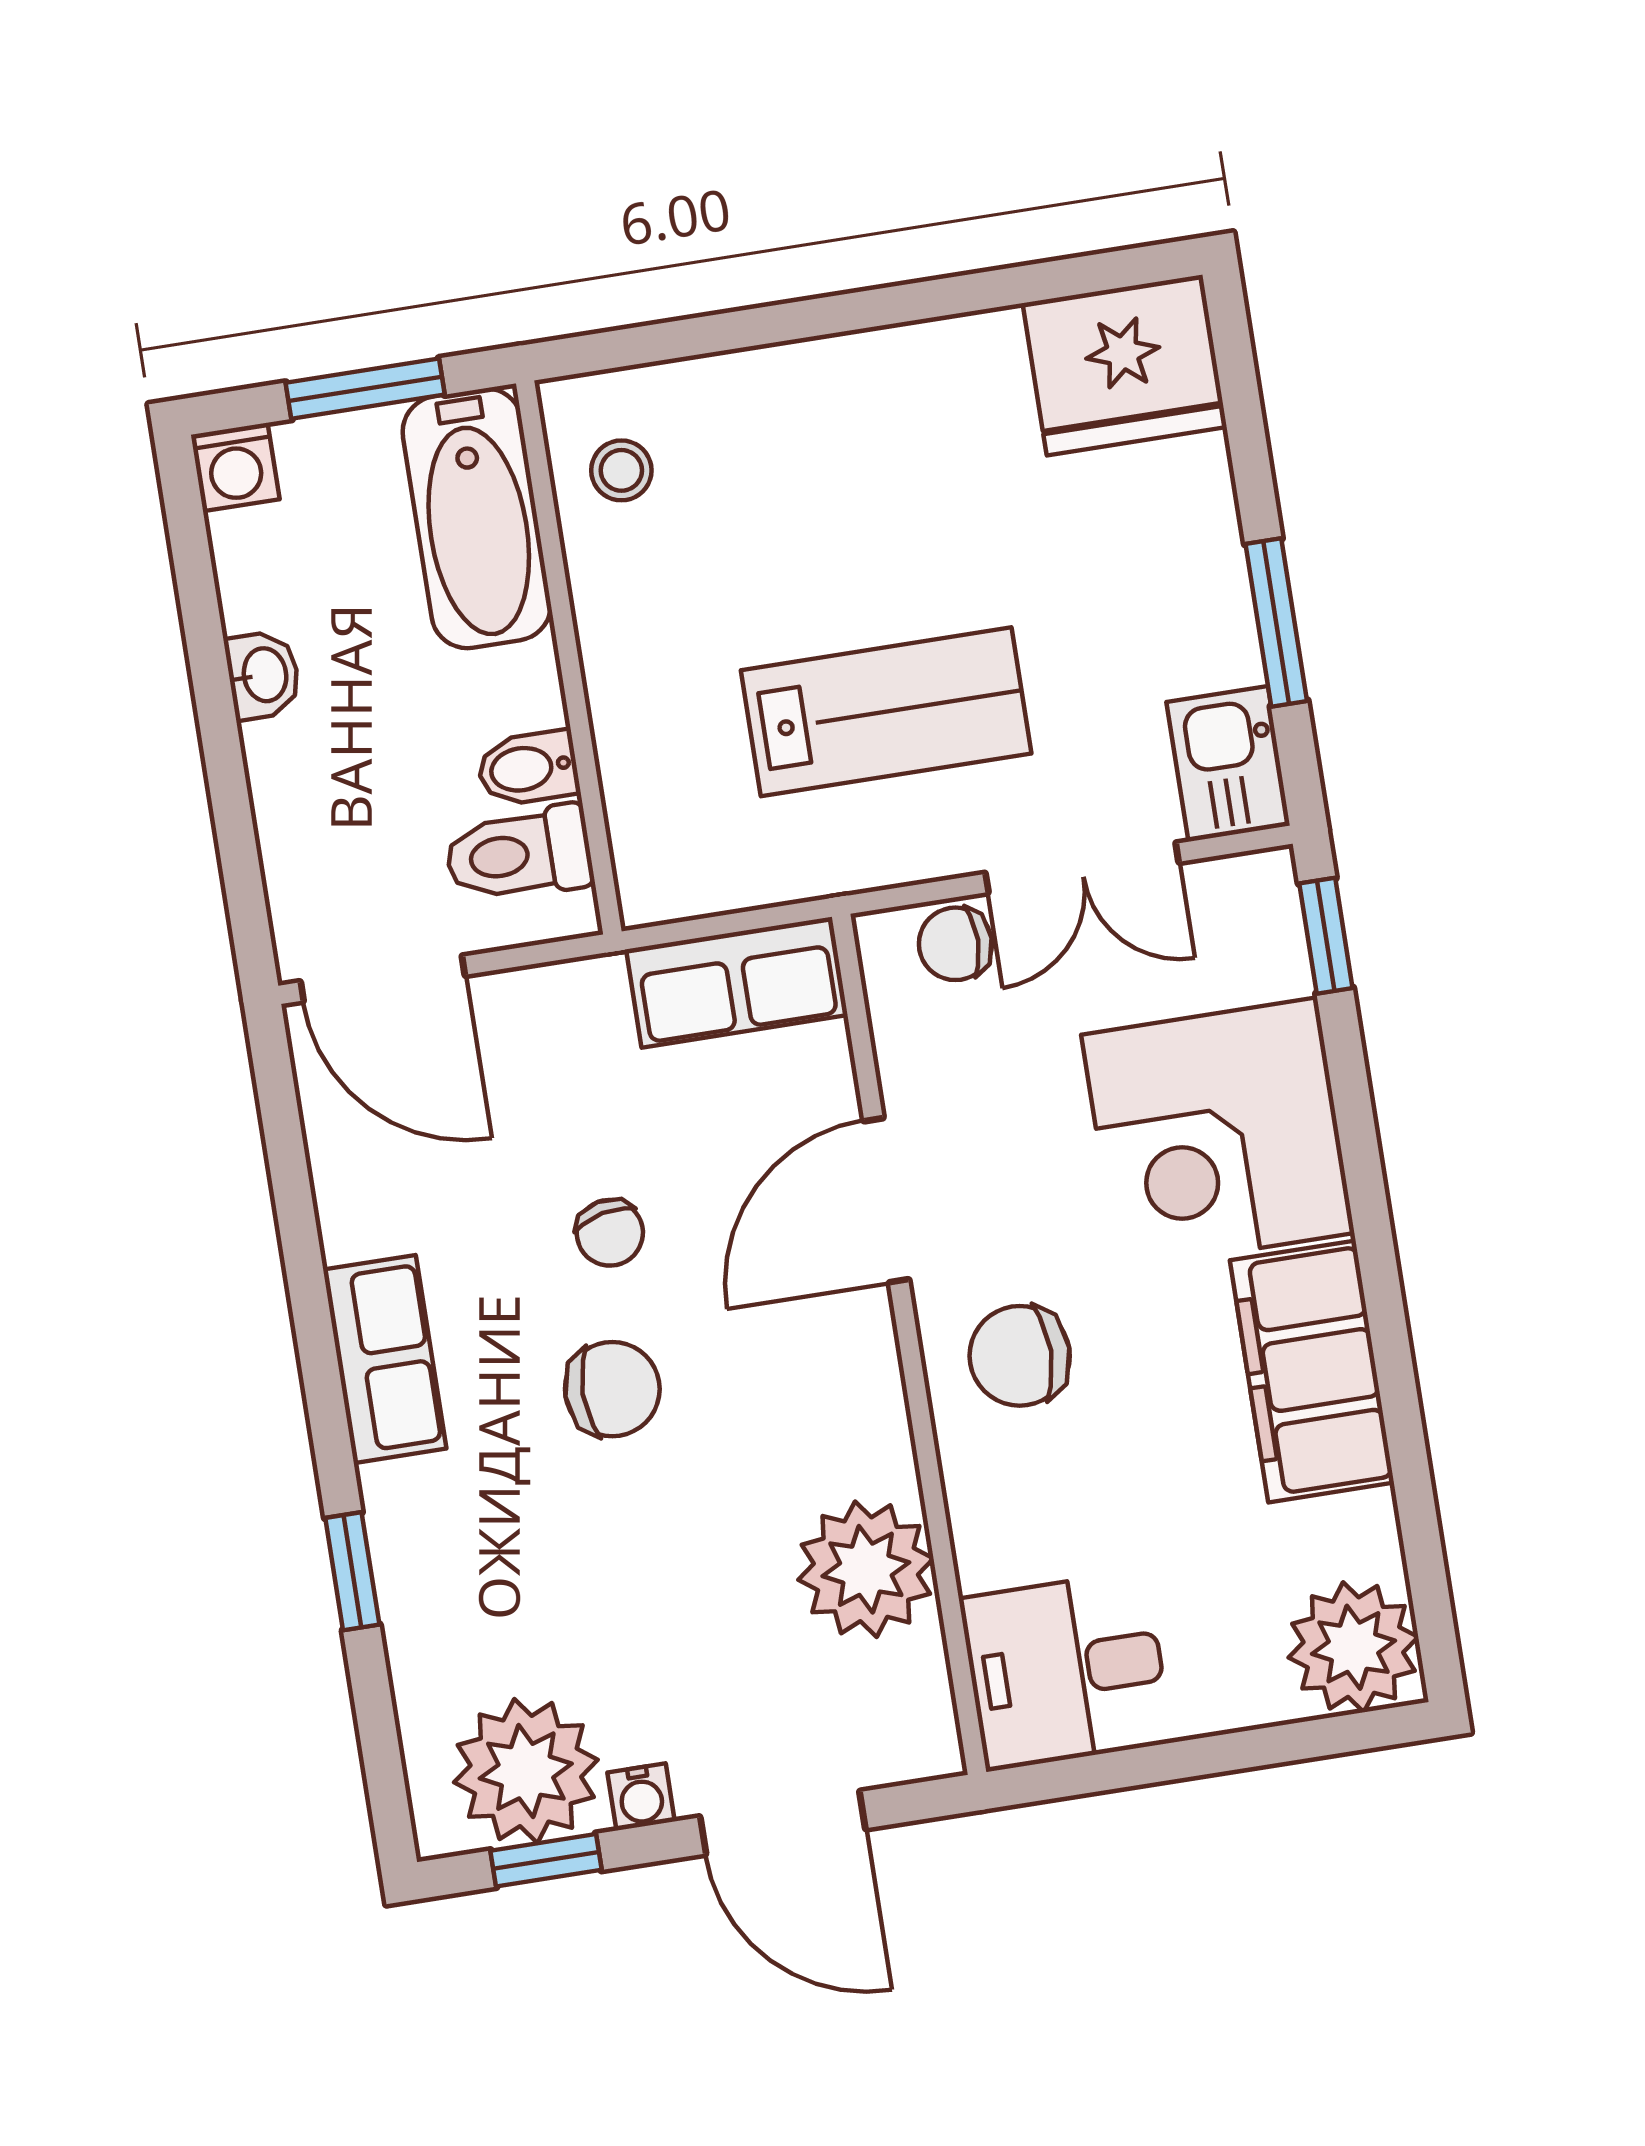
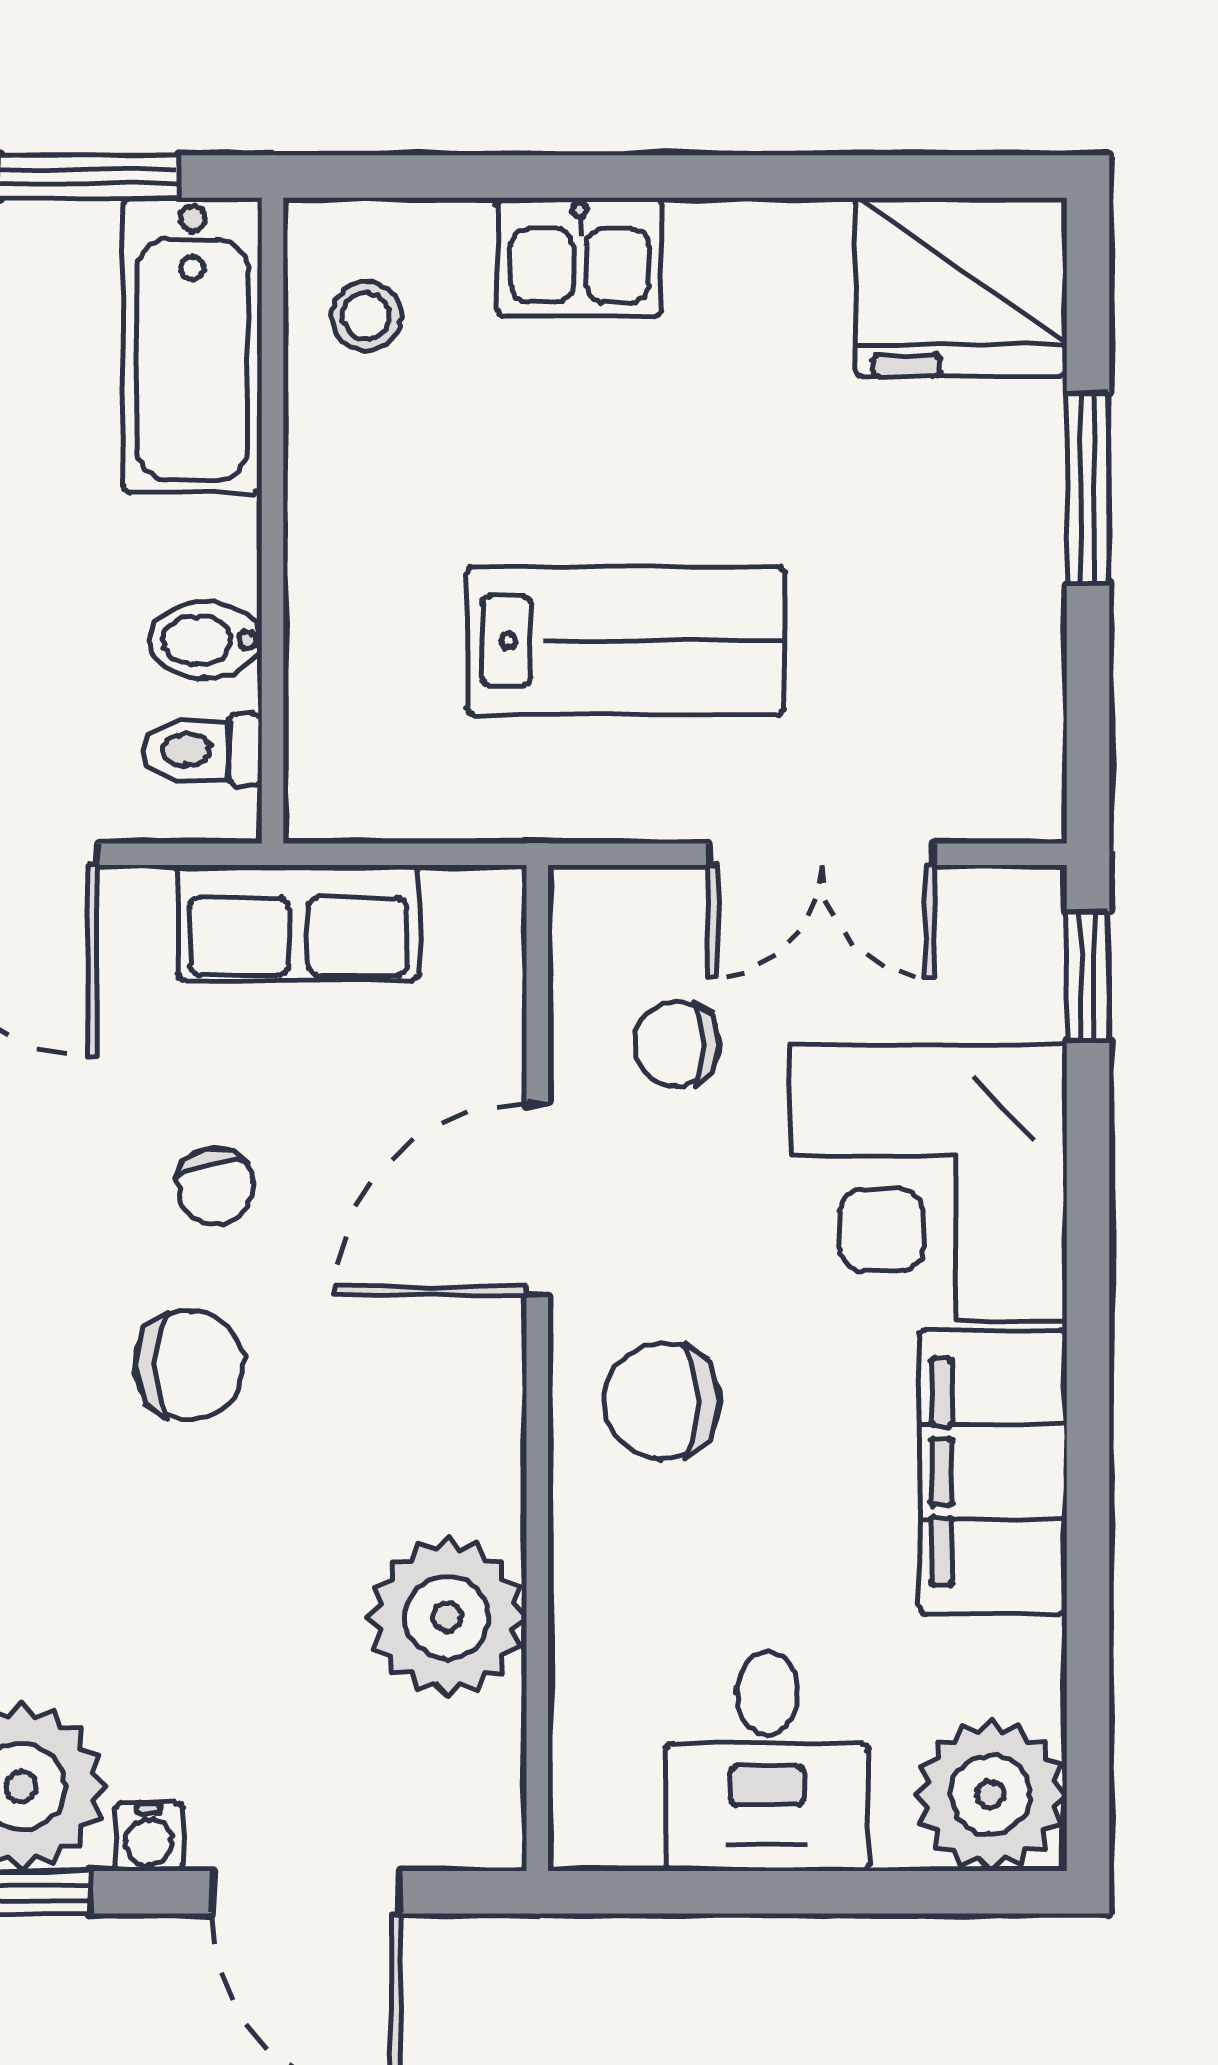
window: (1276, 622) -> (1088, 488), moved
kitchen sink: (1228, 764) -> (580, 257), moved, turned -90
toilet: (519, 854) -> (203, 750), width x0.73, depth x0.72
chair: (955, 944) -> (677, 1044), moved
row of seats: (737, 982) -> (298, 923), moved
desk: (1066, 1670) -> (768, 1761), moved, turned -90

